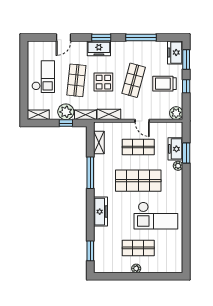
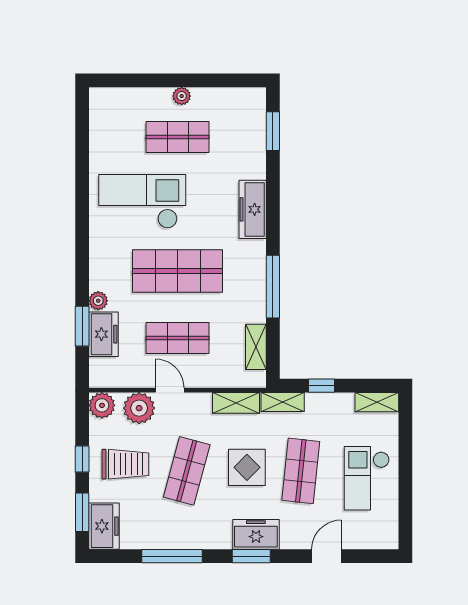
plant: (66, 112) -> (139, 408), moved

